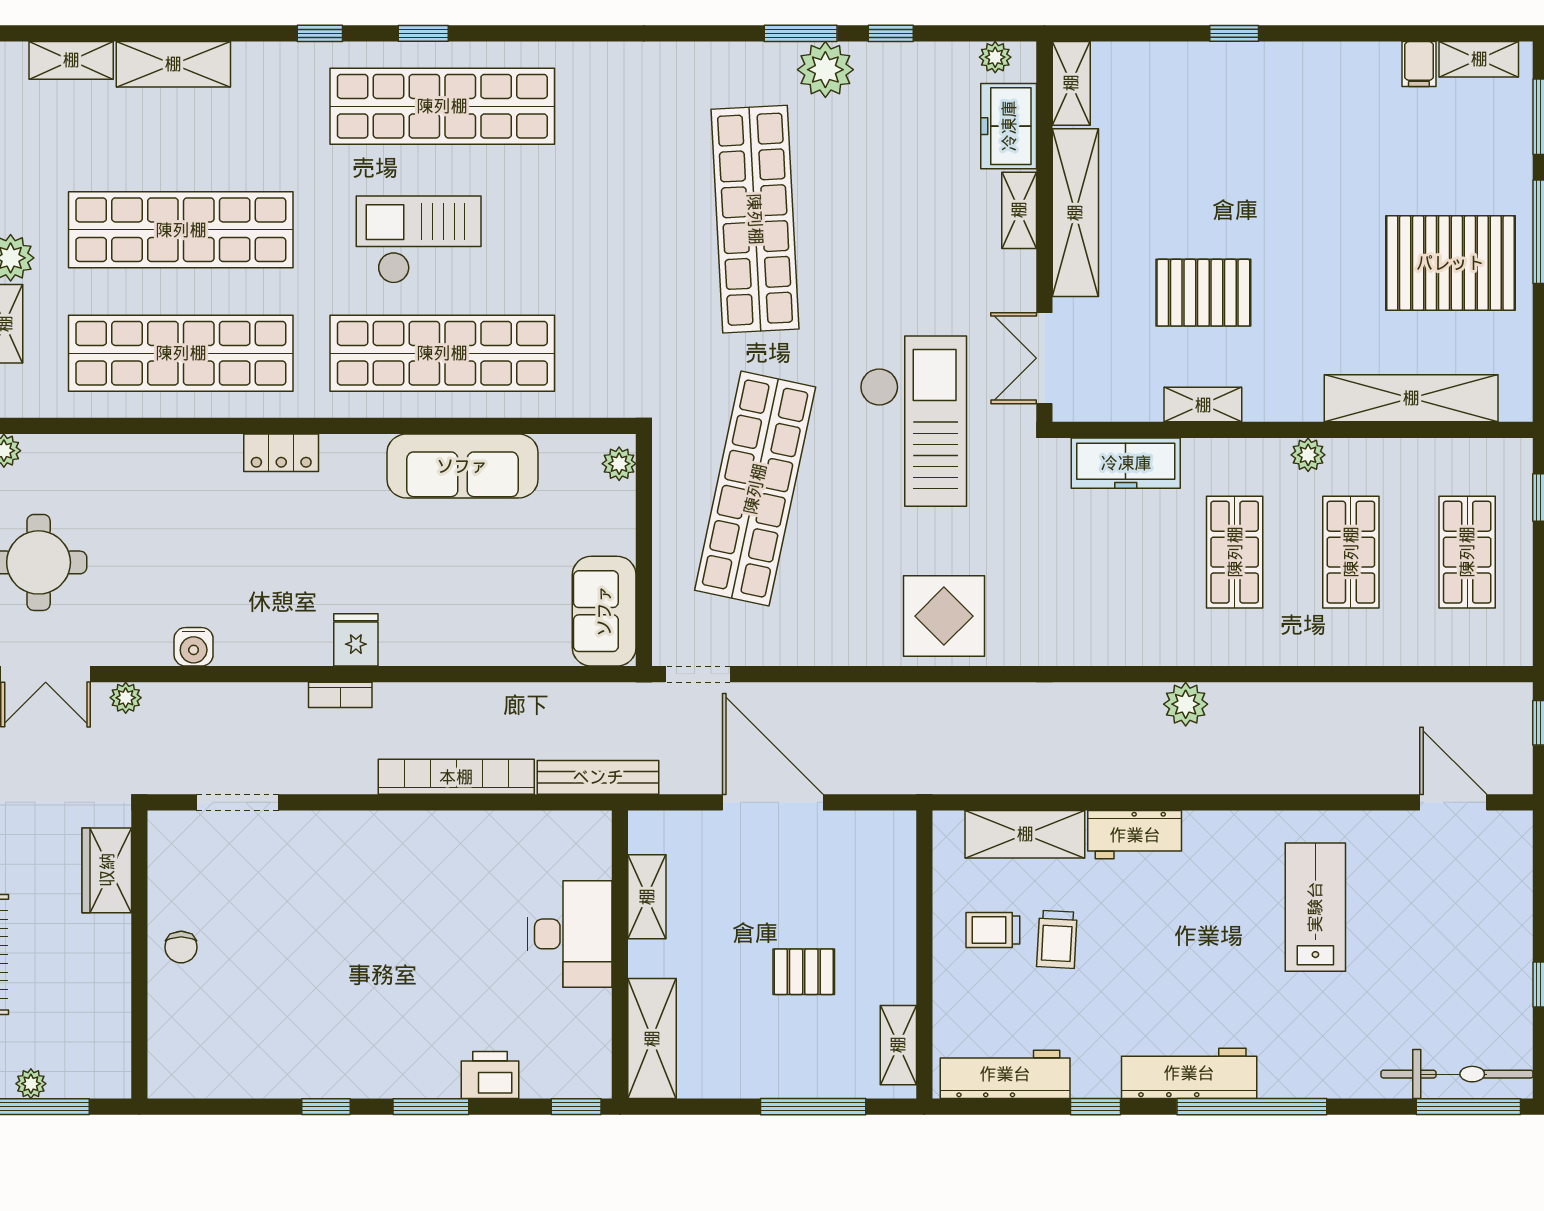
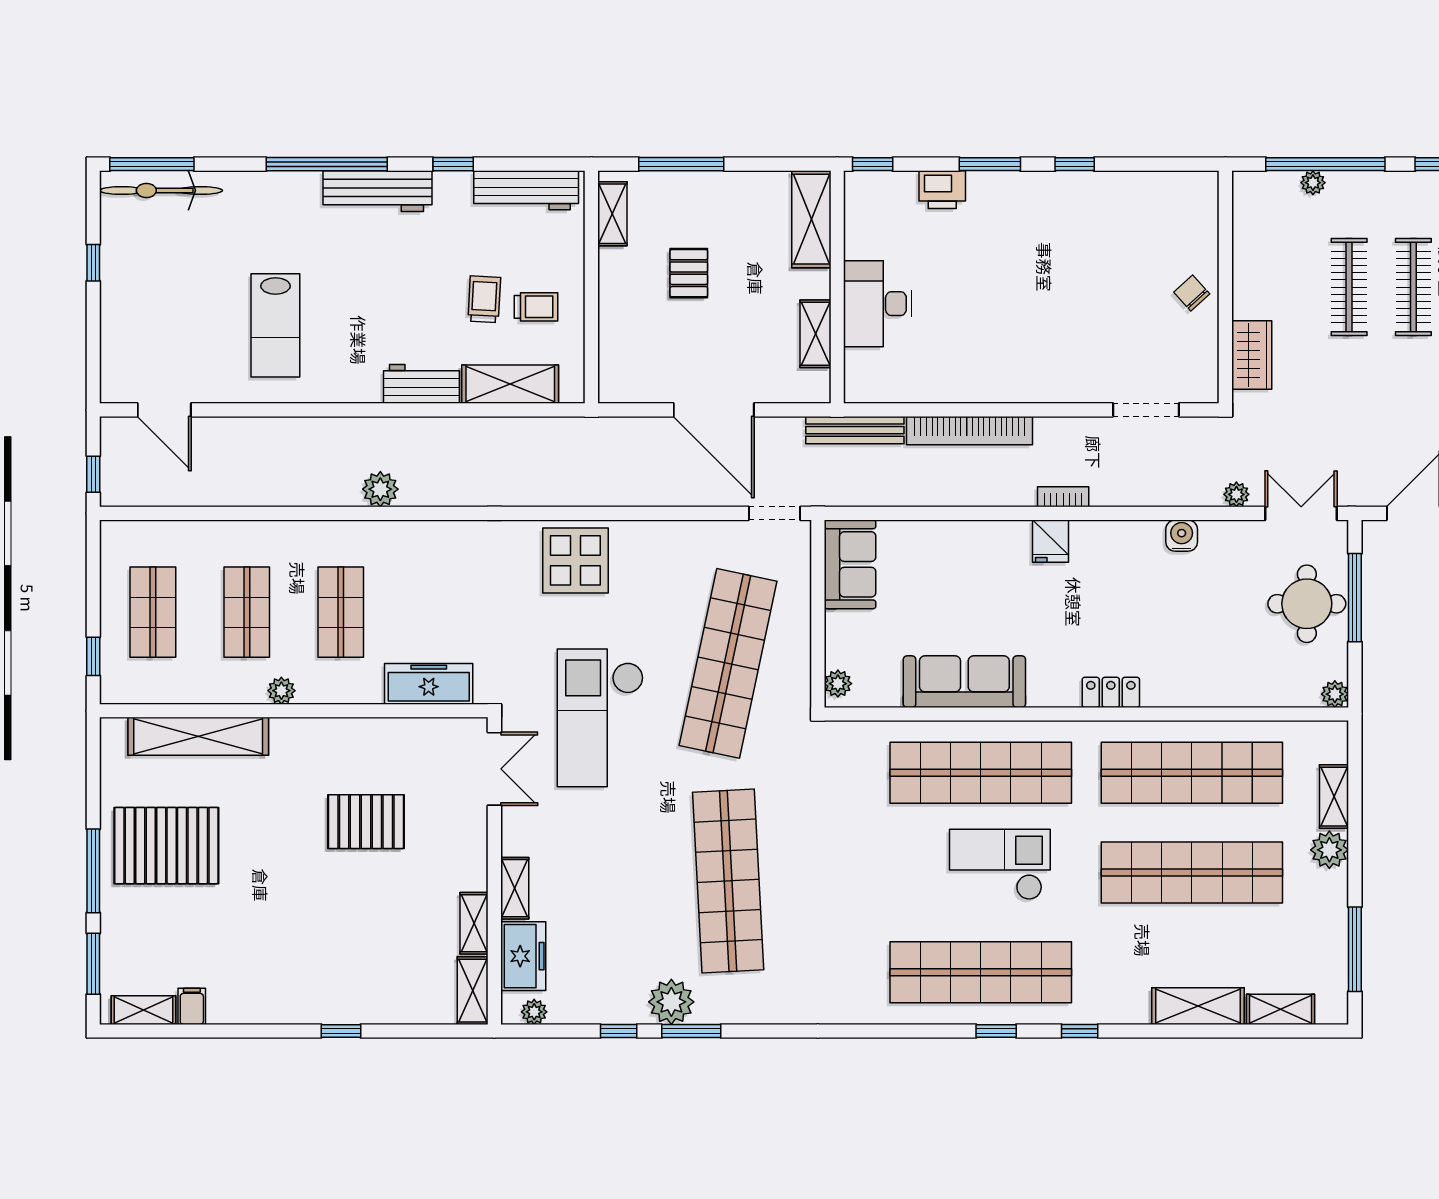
shelving: (1075, 213) -> (474, 923), width x0.45, depth x0.75
checkout: (419, 240) -> (1000, 864), turned 180
shelving: (1203, 405) -> (366, 731), removed
chair: (181, 947) -> (1192, 293), turned -42
pallet: (804, 972) -> (689, 273), turned 90

